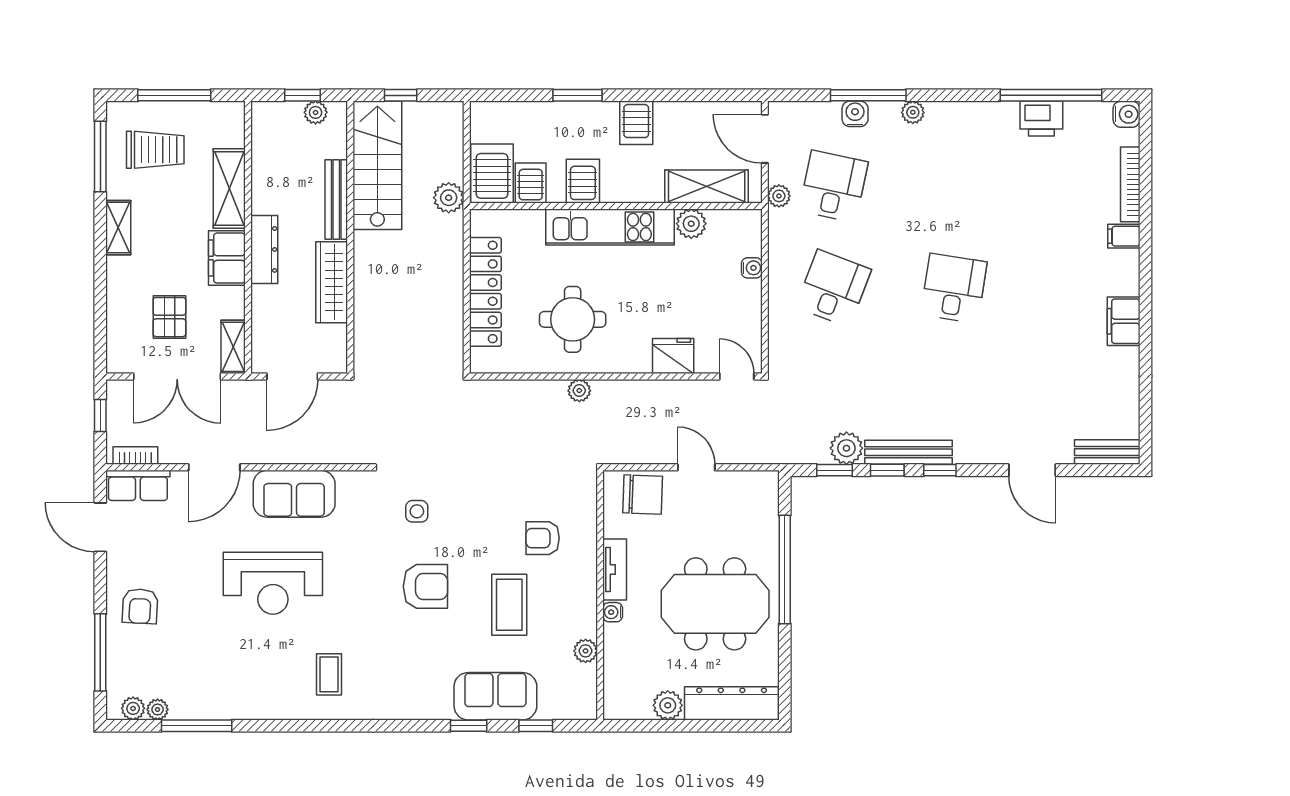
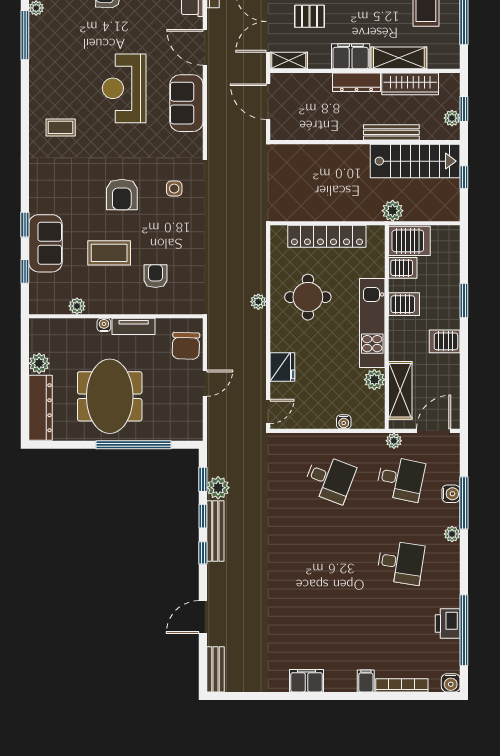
wardrobe: (332, 282) -> (410, 84), moved, turned 180
desk: (954, 288) -> (400, 562), moved

